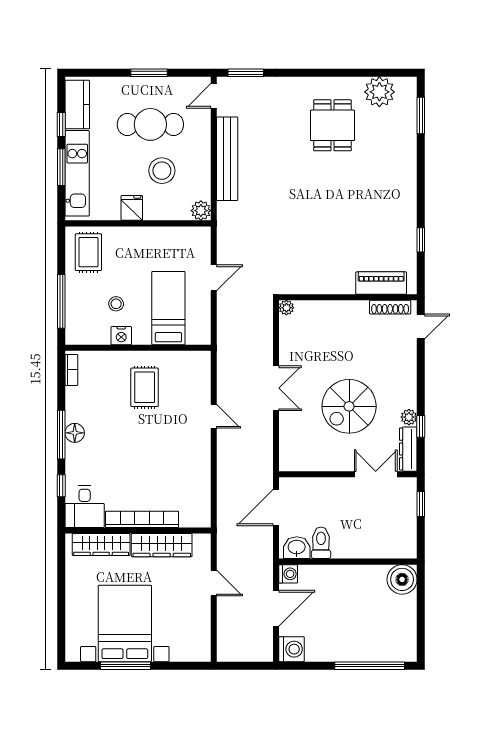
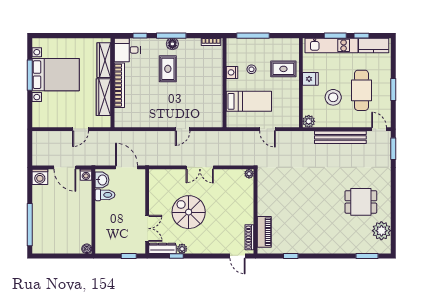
rug: (88, 252) -> (283, 69), moved
rug: (145, 387) -> (168, 69), moved, turned 90
boiler: (402, 579) -> (87, 249), width x0.54, depth x0.54

